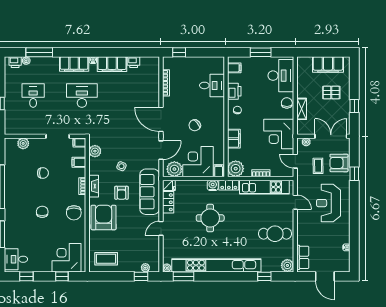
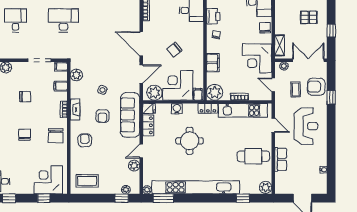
shelving: (302, 109) -> (280, 45), moved
water cooler: (213, 185) -> (177, 109), moved
reception desk: (328, 203) -> (306, 126), turned 180
armchair: (104, 218) -> (85, 140), width x0.53, depth x0.53
plant: (154, 243) -> (134, 166), added
row of seats: (303, 257) -> (281, 159), moved

